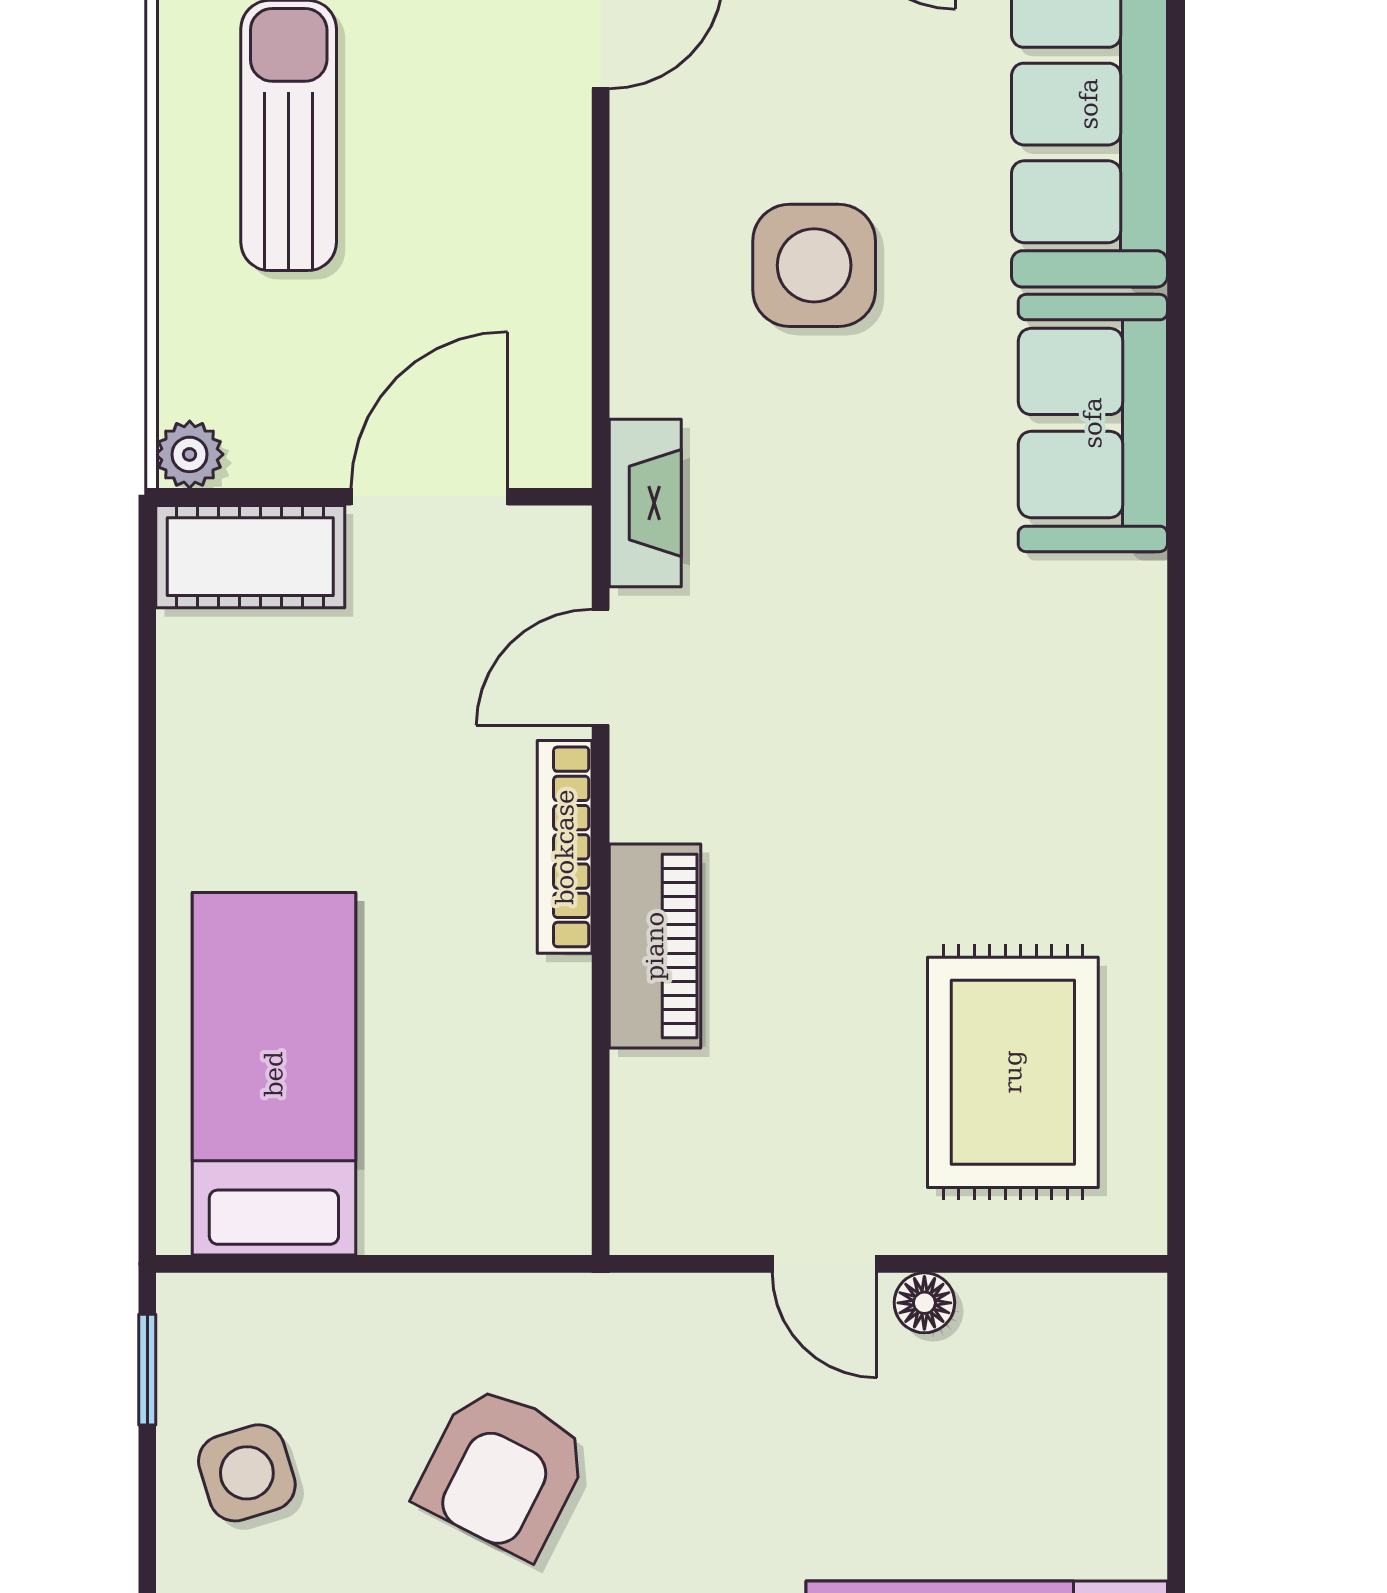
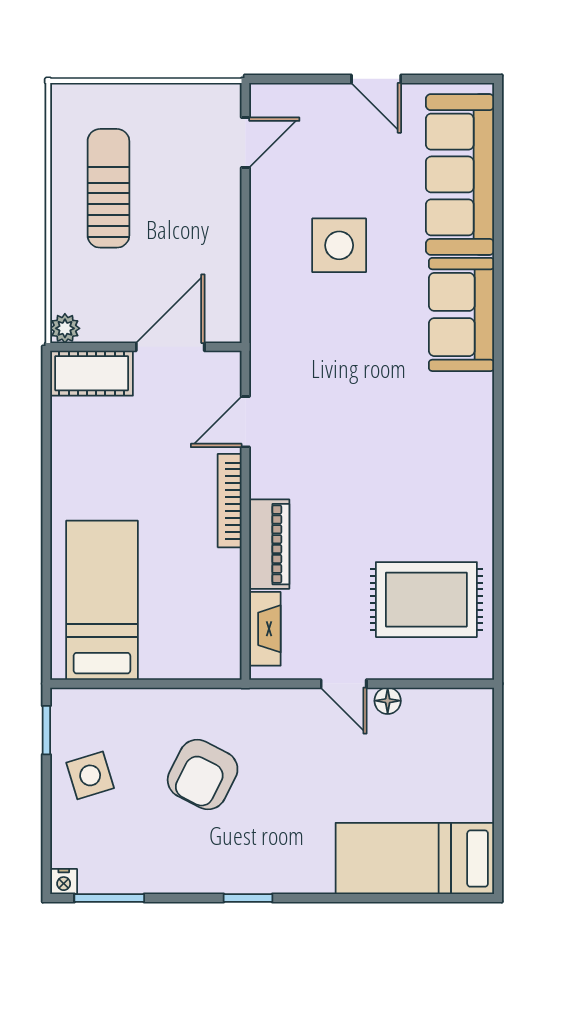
fireplace: (645, 503) -> (265, 629), moved
rug: (1013, 1072) -> (426, 600), turned 90

